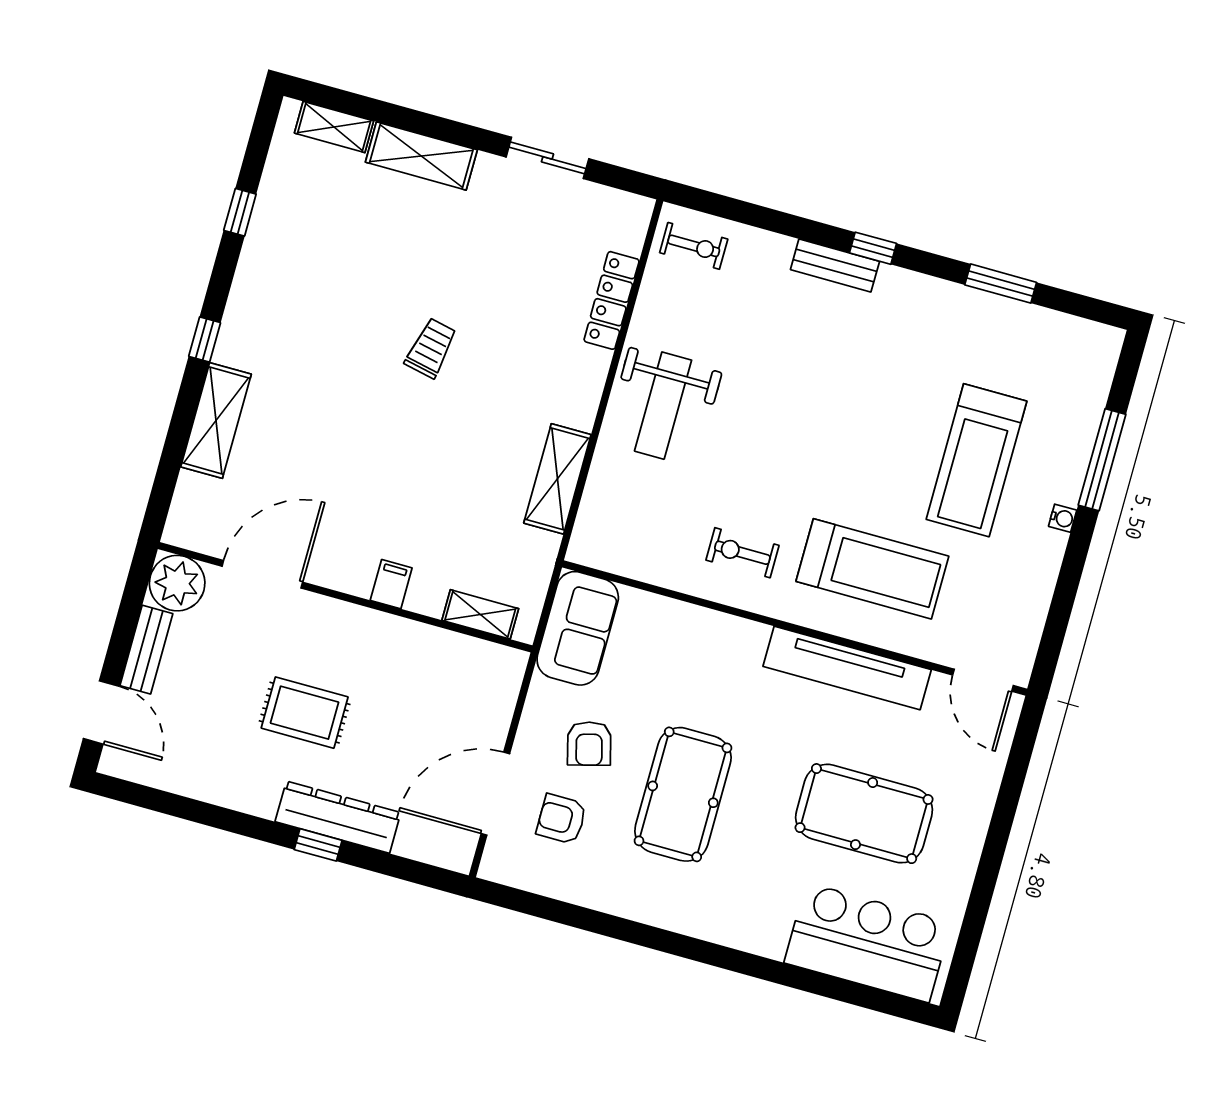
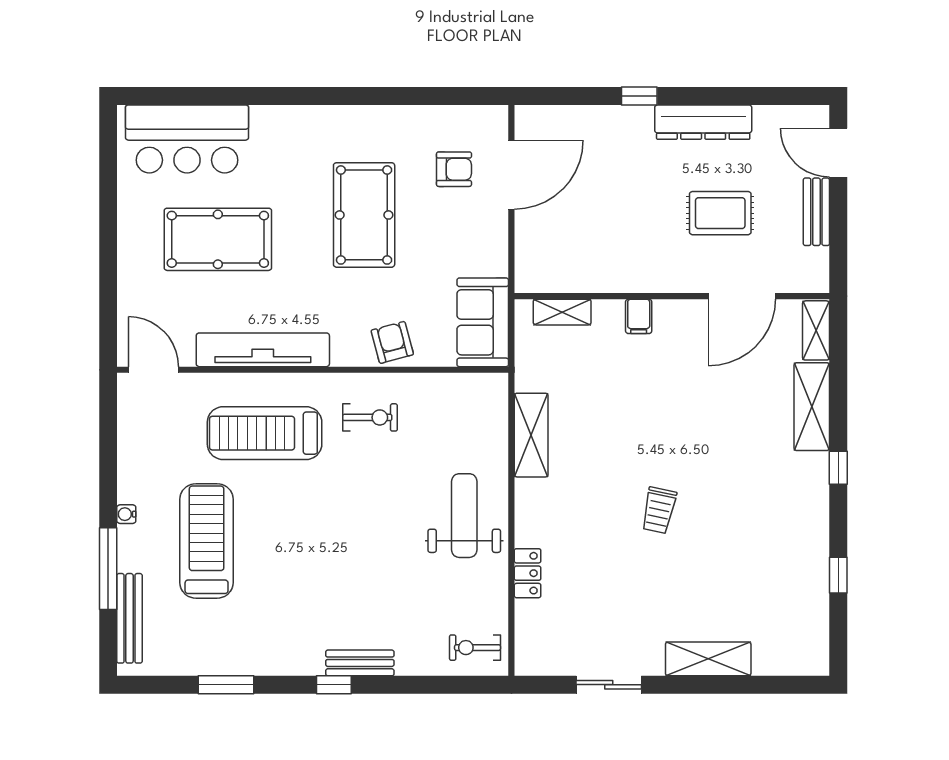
shelving: (334, 127) -> (816, 330), moved, turned 90
locker: (612, 300) -> (528, 573), width x0.66
bench: (1093, 394) -> (129, 618), added
plant: (177, 583) -> (807, 271), removed
rug: (305, 713) -> (720, 213), moved
armchair: (589, 744) -> (392, 342), moved
dresser: (338, 817) -> (703, 122), moved

